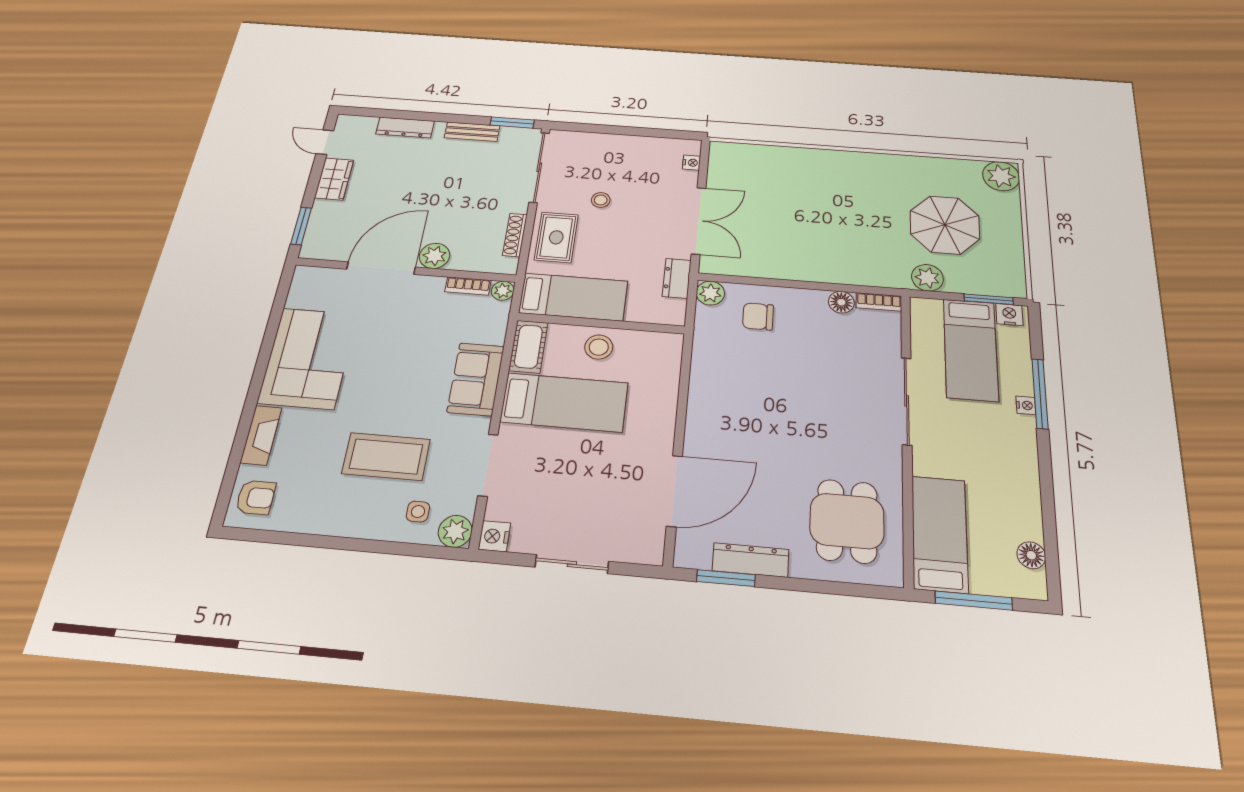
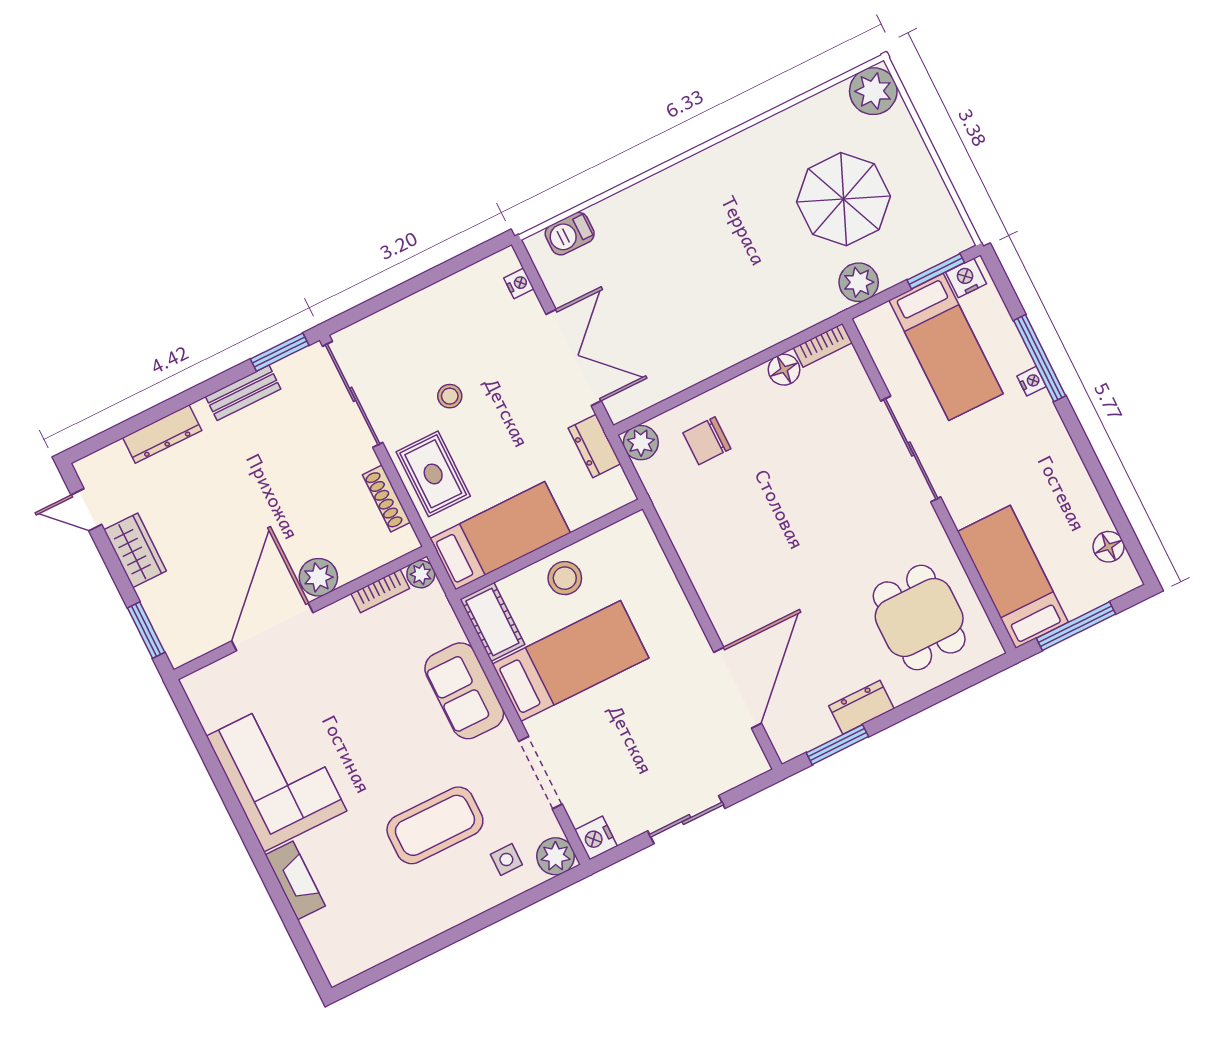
barbecue: (744, 153) -> (570, 234), added
armchair: (256, 497) -> (341, 942), removed
dresser: (751, 560) -> (861, 707), width x0.70

